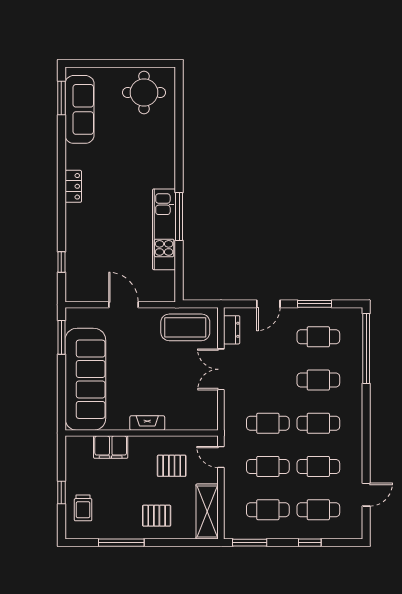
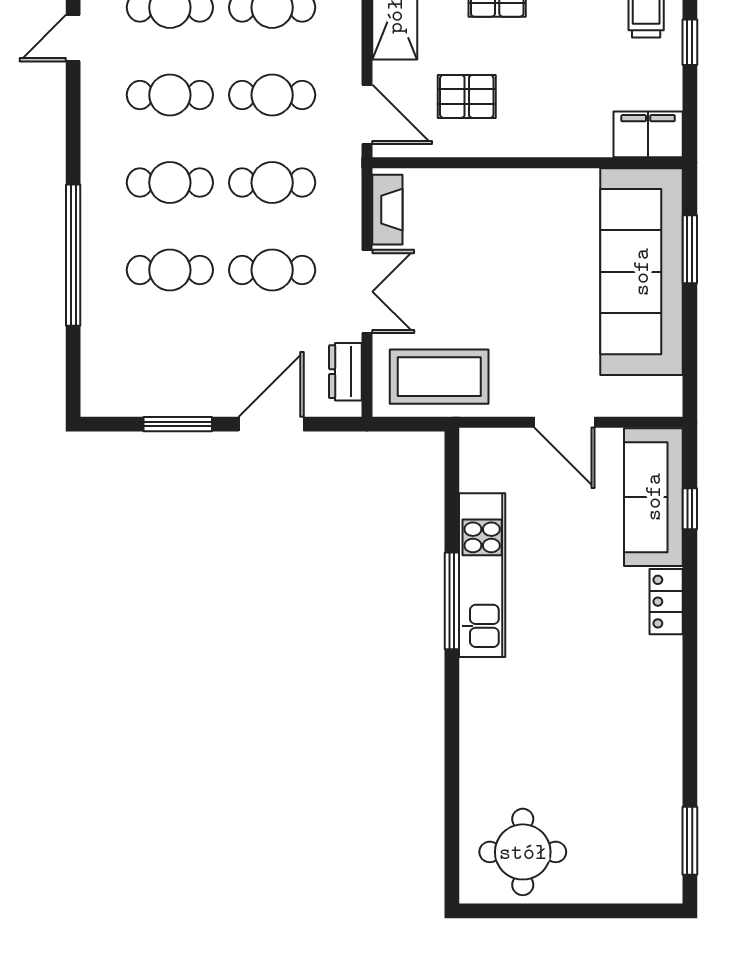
sofa: (79, 109) -> (653, 497), moved
locker: (73, 186) -> (666, 602), moved
door: (268, 304) -> (271, 424), width x1.38
window: (61, 337) -> (690, 249), moved
cafe table: (318, 337) -> (272, 270), moved
window: (366, 348) -> (73, 255), moved
fireplace: (147, 423) -> (387, 210), moved, turned -90
filing cabinet: (111, 447) -> (648, 134), moved
door: (221, 457) -> (367, 114), width x1.38

